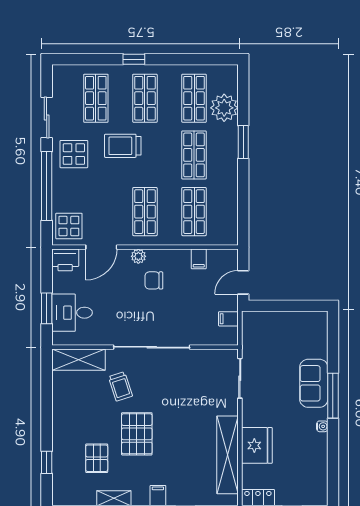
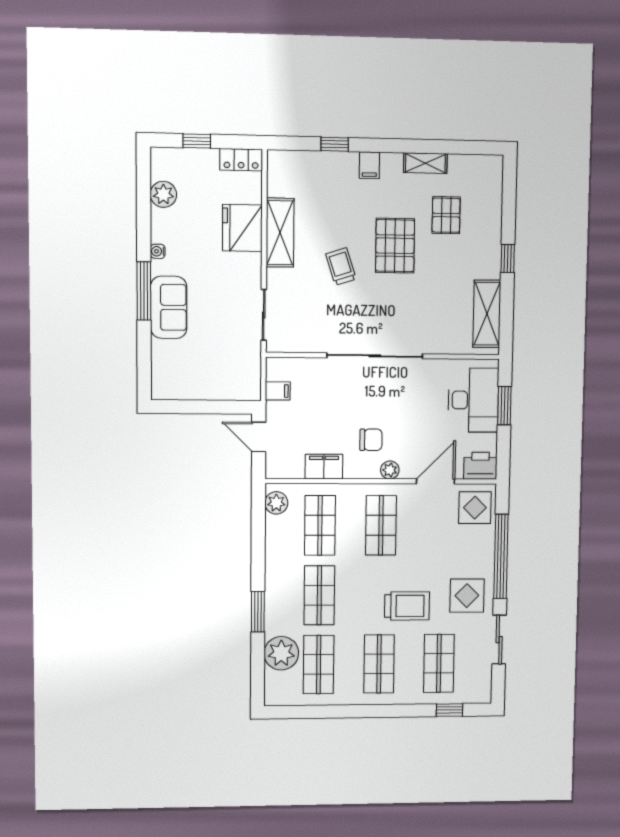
window: (134, 59) -> (450, 710), moved
plant: (229, 230) -> (276, 503), added
filing cabinet: (199, 259) -> (324, 467), width x2.00
door: (243, 282) -> (259, 437), swing flipped
desk: (72, 313) -> (473, 400), width x1.37
shelving: (78, 360) -> (487, 314), moved, turned 90
trolley: (120, 386) -> (341, 266), moved
shelving: (227, 455) -> (280, 233), width x0.68
window: (47, 462) -> (508, 259), moved
plant: (318, 470) -> (163, 194), added

